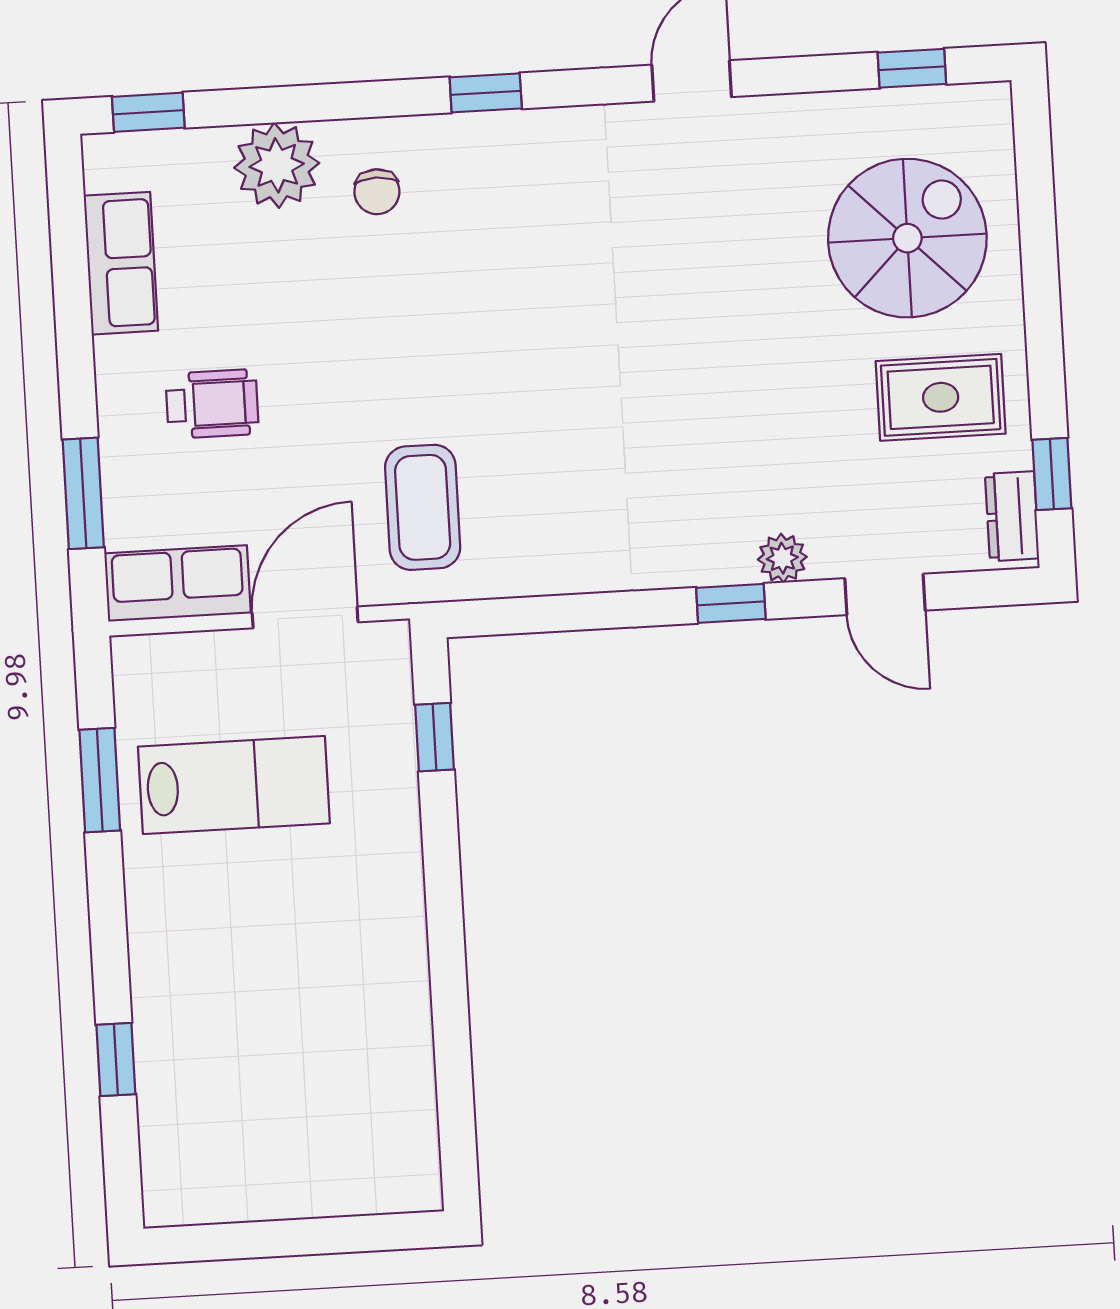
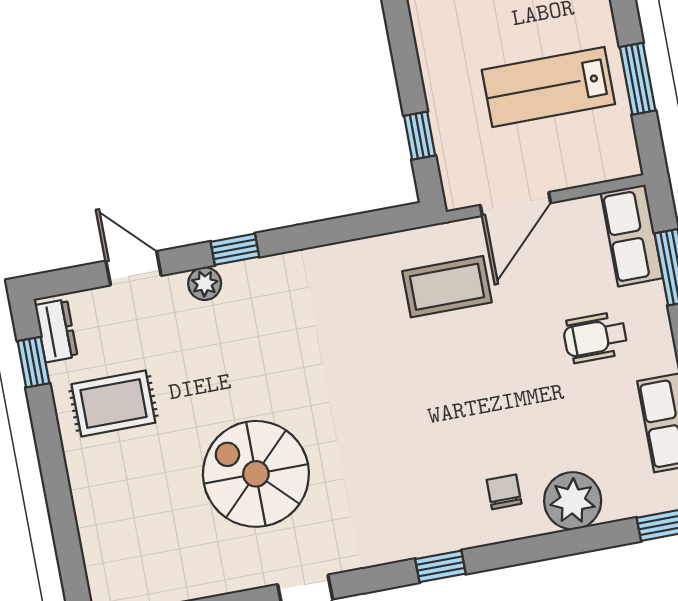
spiral stairs: (907, 238) -> (256, 474), moved, turned 90
coffee table: (423, 507) -> (447, 287), turned 90
row of seats: (178, 583) -> (632, 235), moved, turned 90

